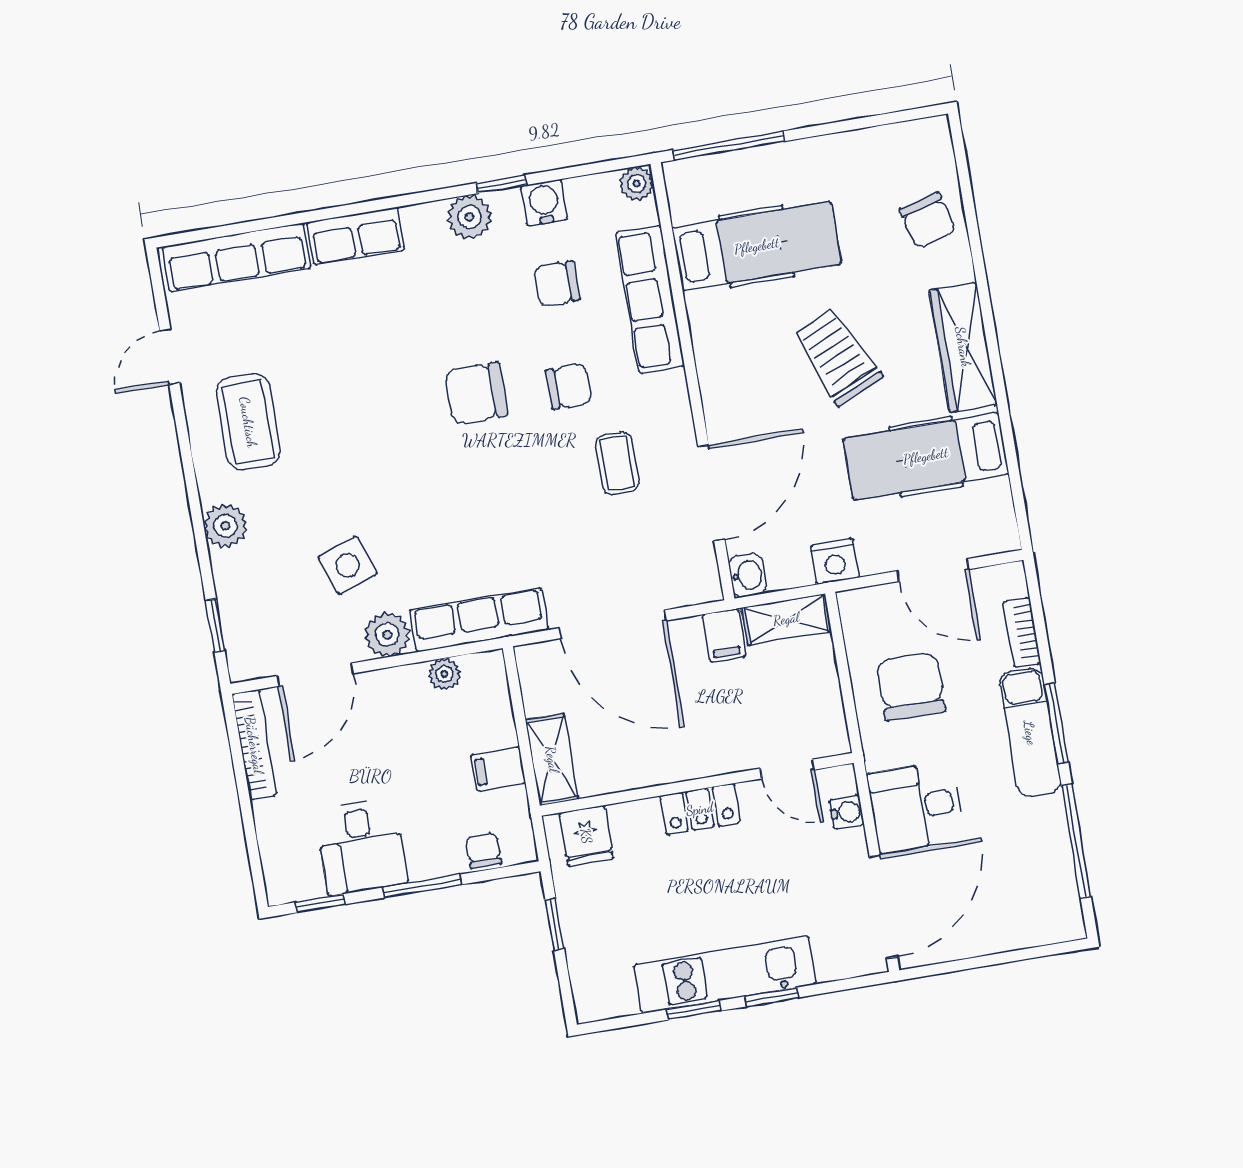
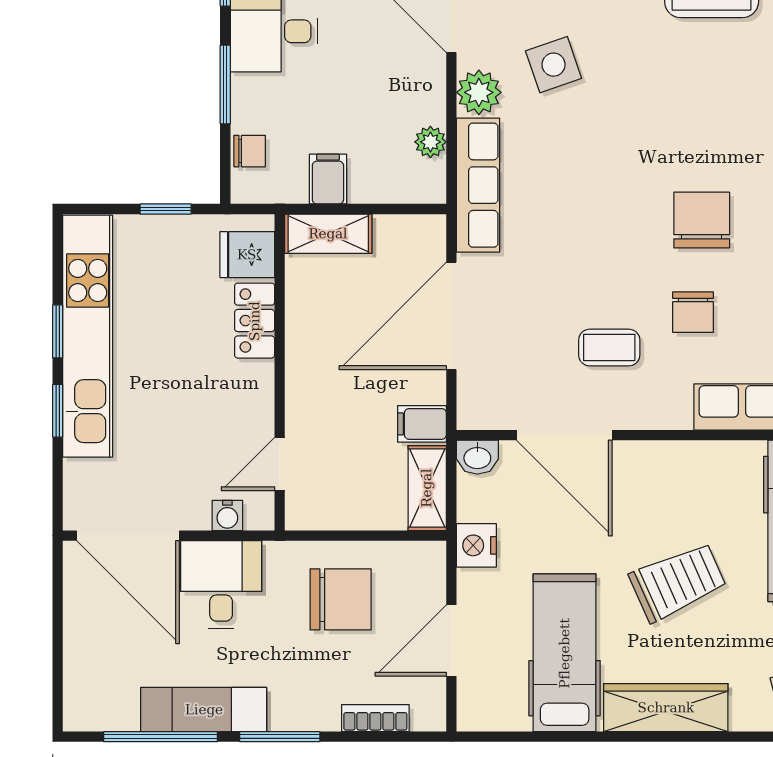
exam couch: (1030, 733) -> (204, 710), moved
locker: (700, 809) -> (255, 321), moved
kitchen unit: (725, 974) -> (88, 336), width x1.36

